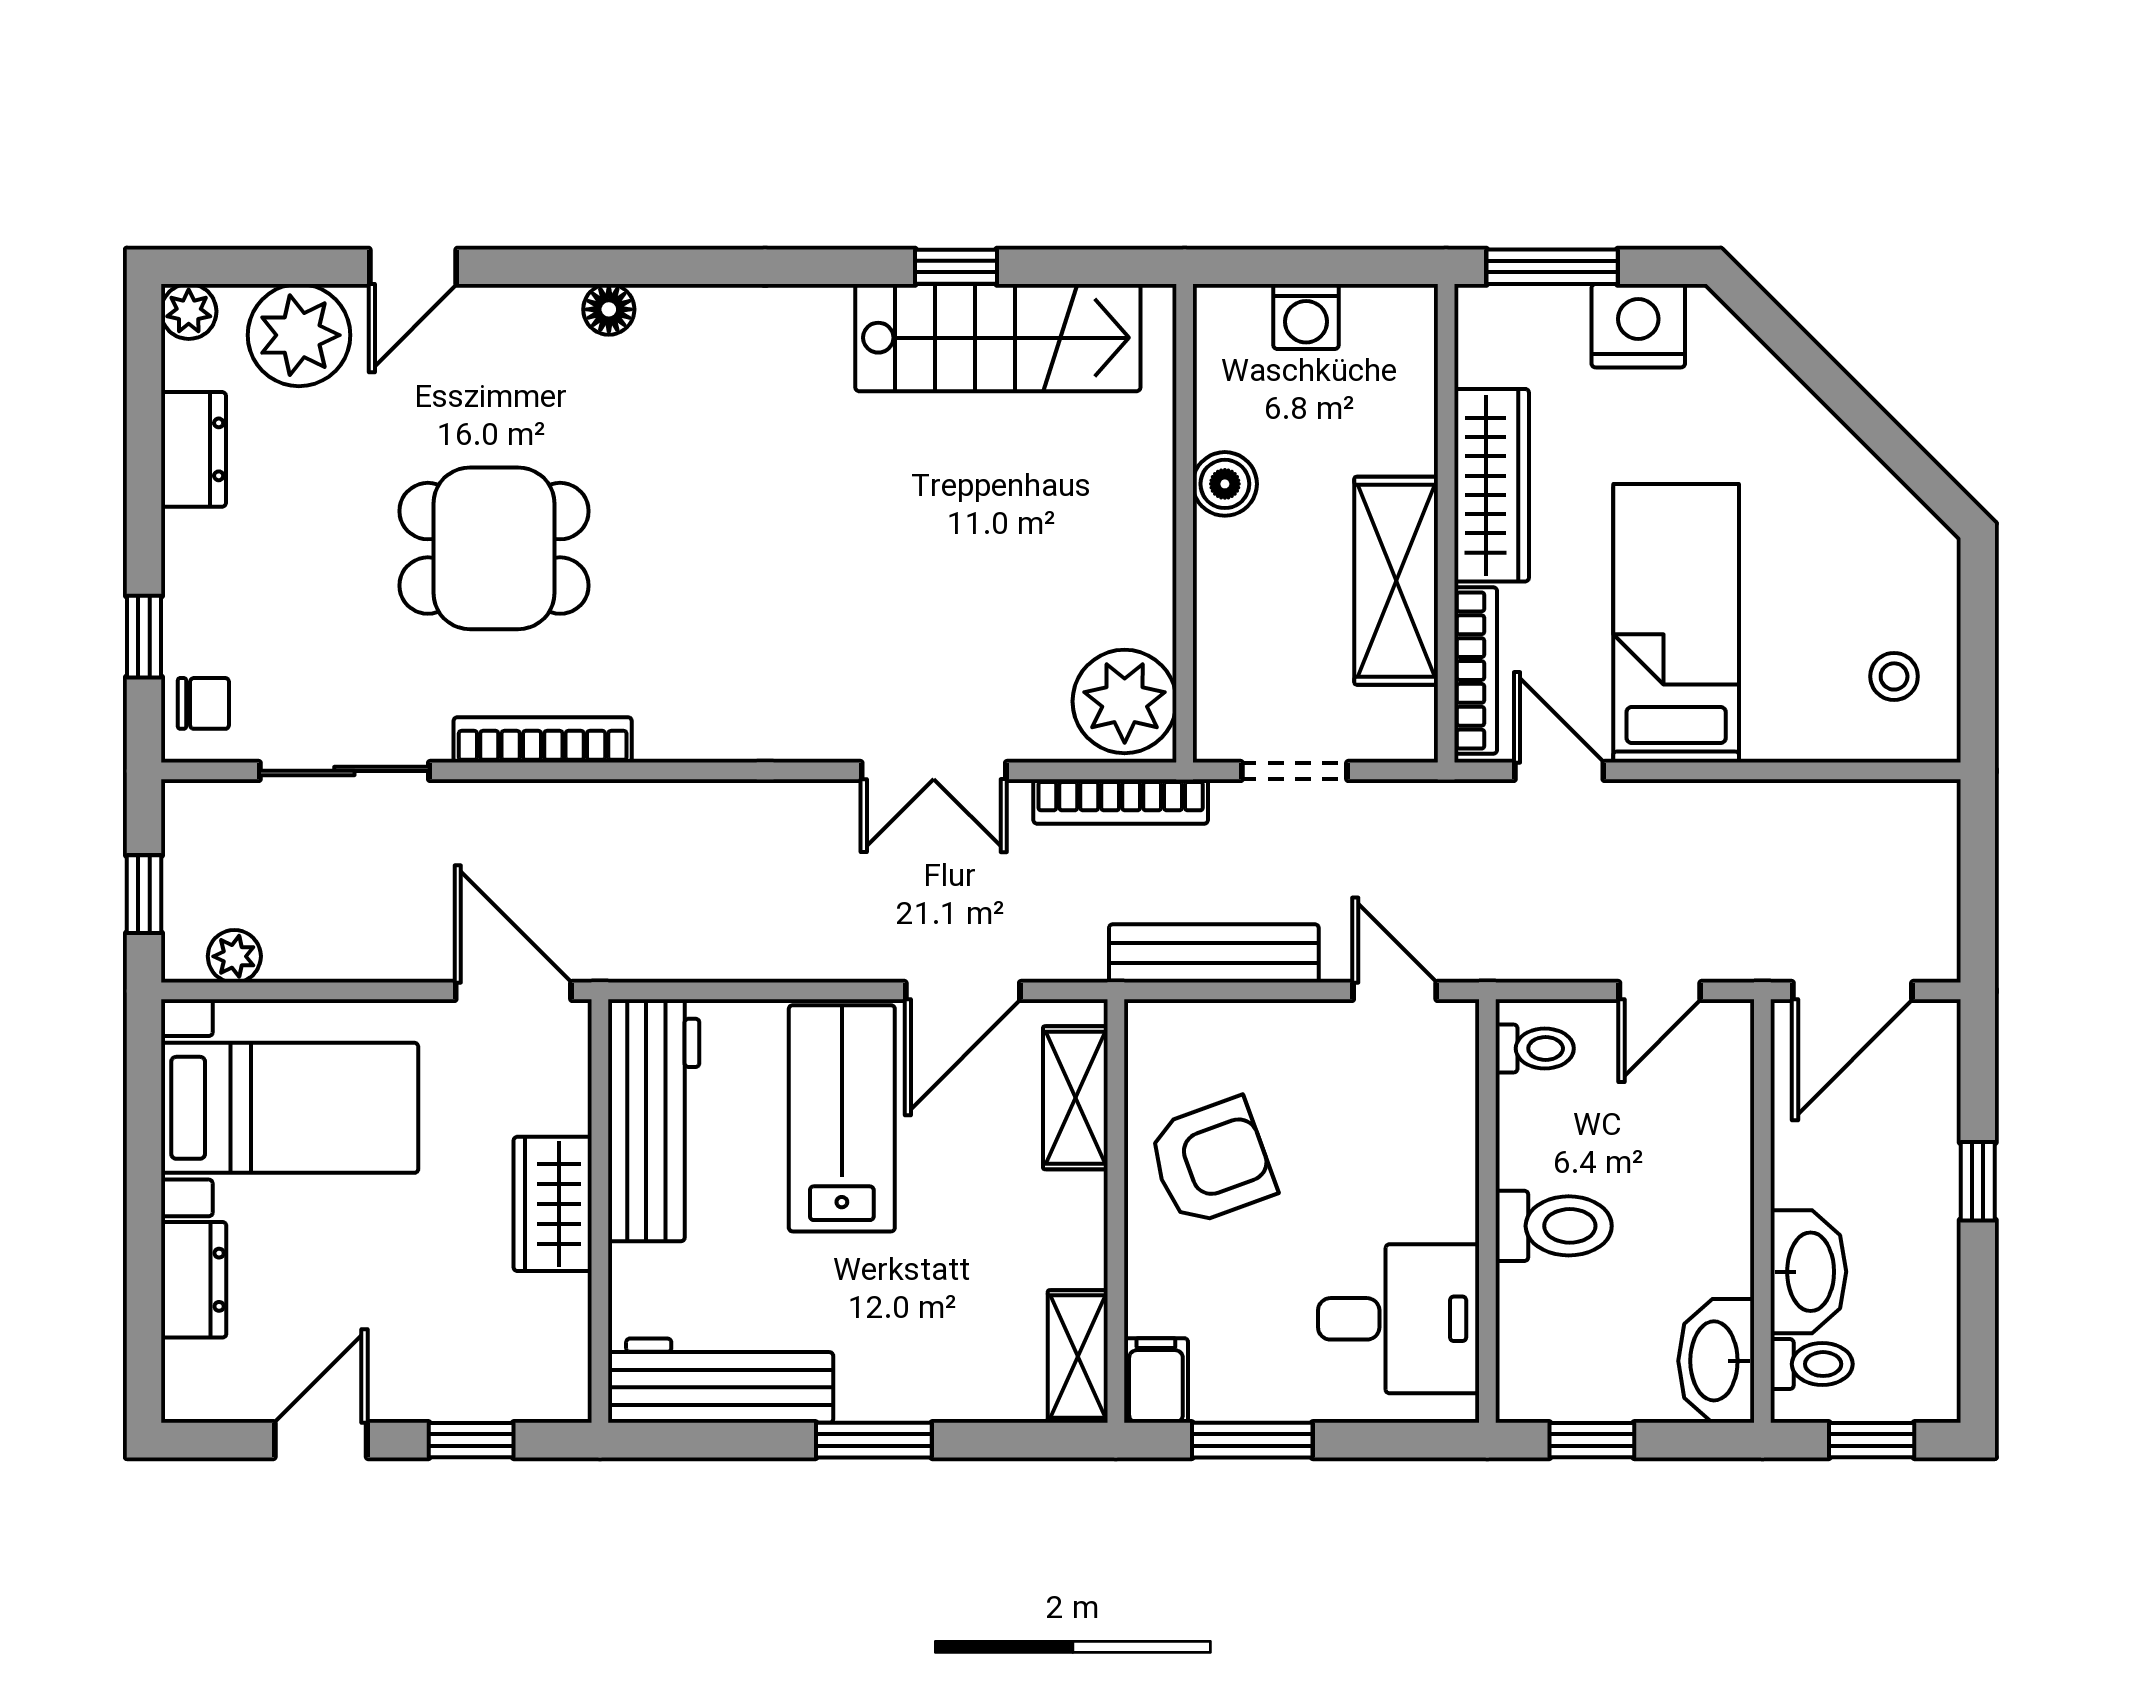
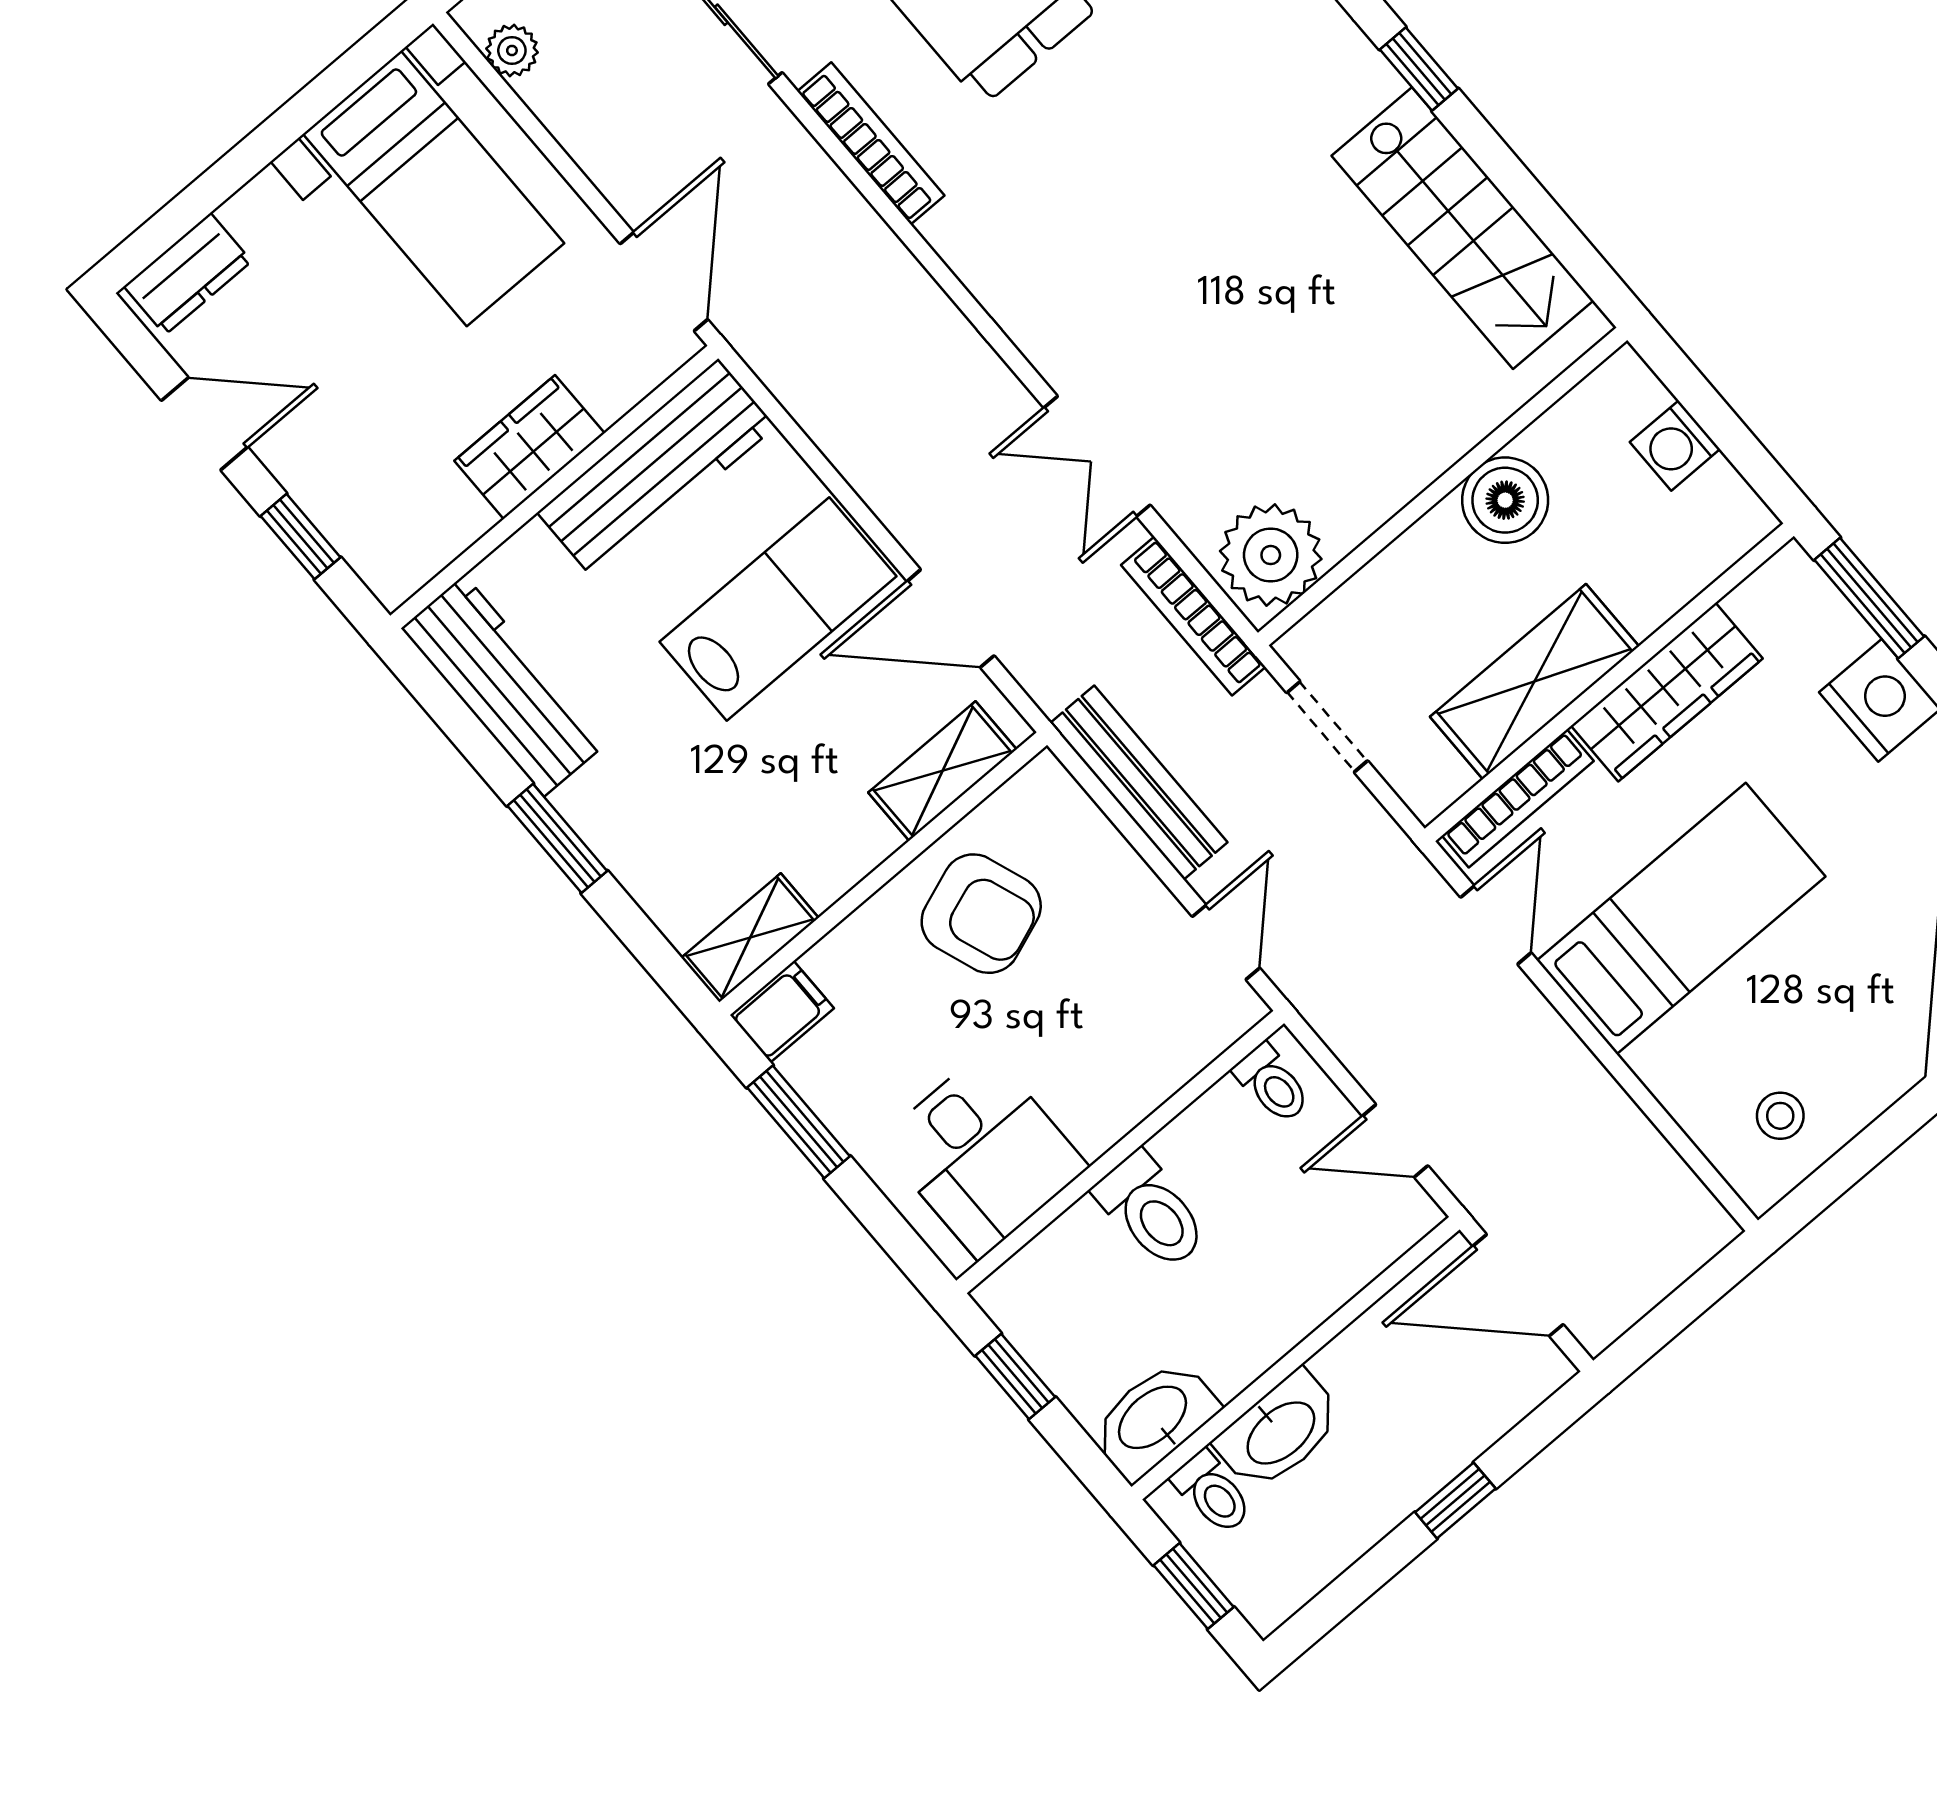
window: (956, 267) -> (1419, 69), moved
boiler: (1225, 484) -> (1505, 500), width x1.36, depth x1.36
dresser: (194, 1280) -> (188, 274), moved

